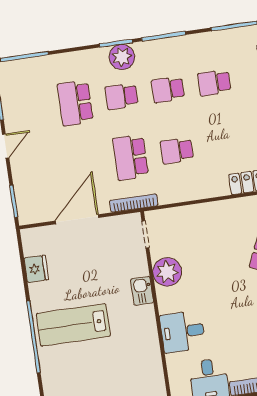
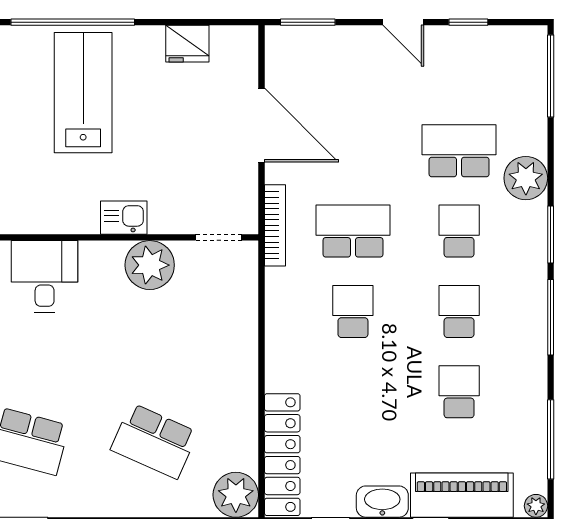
plant: (122, 57) -> (526, 178), moved

